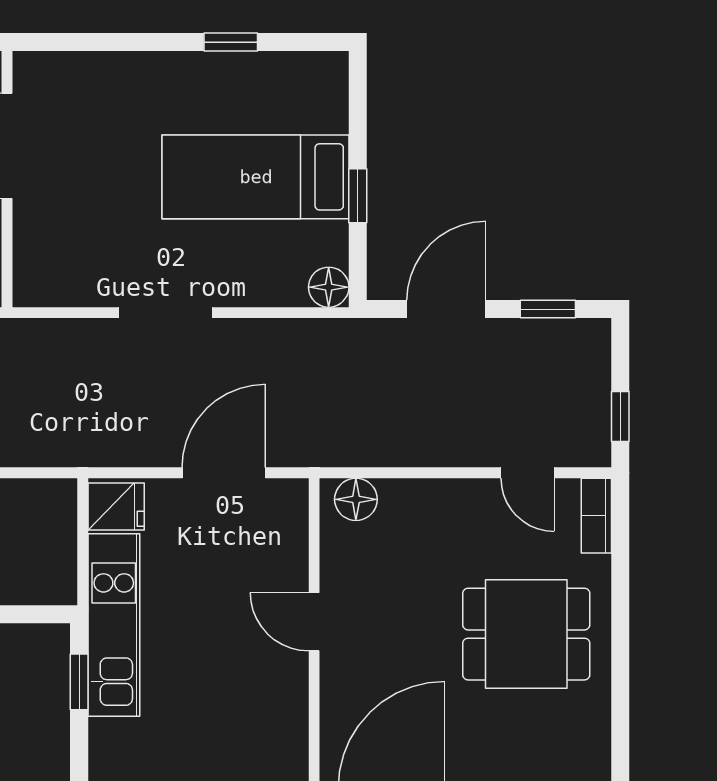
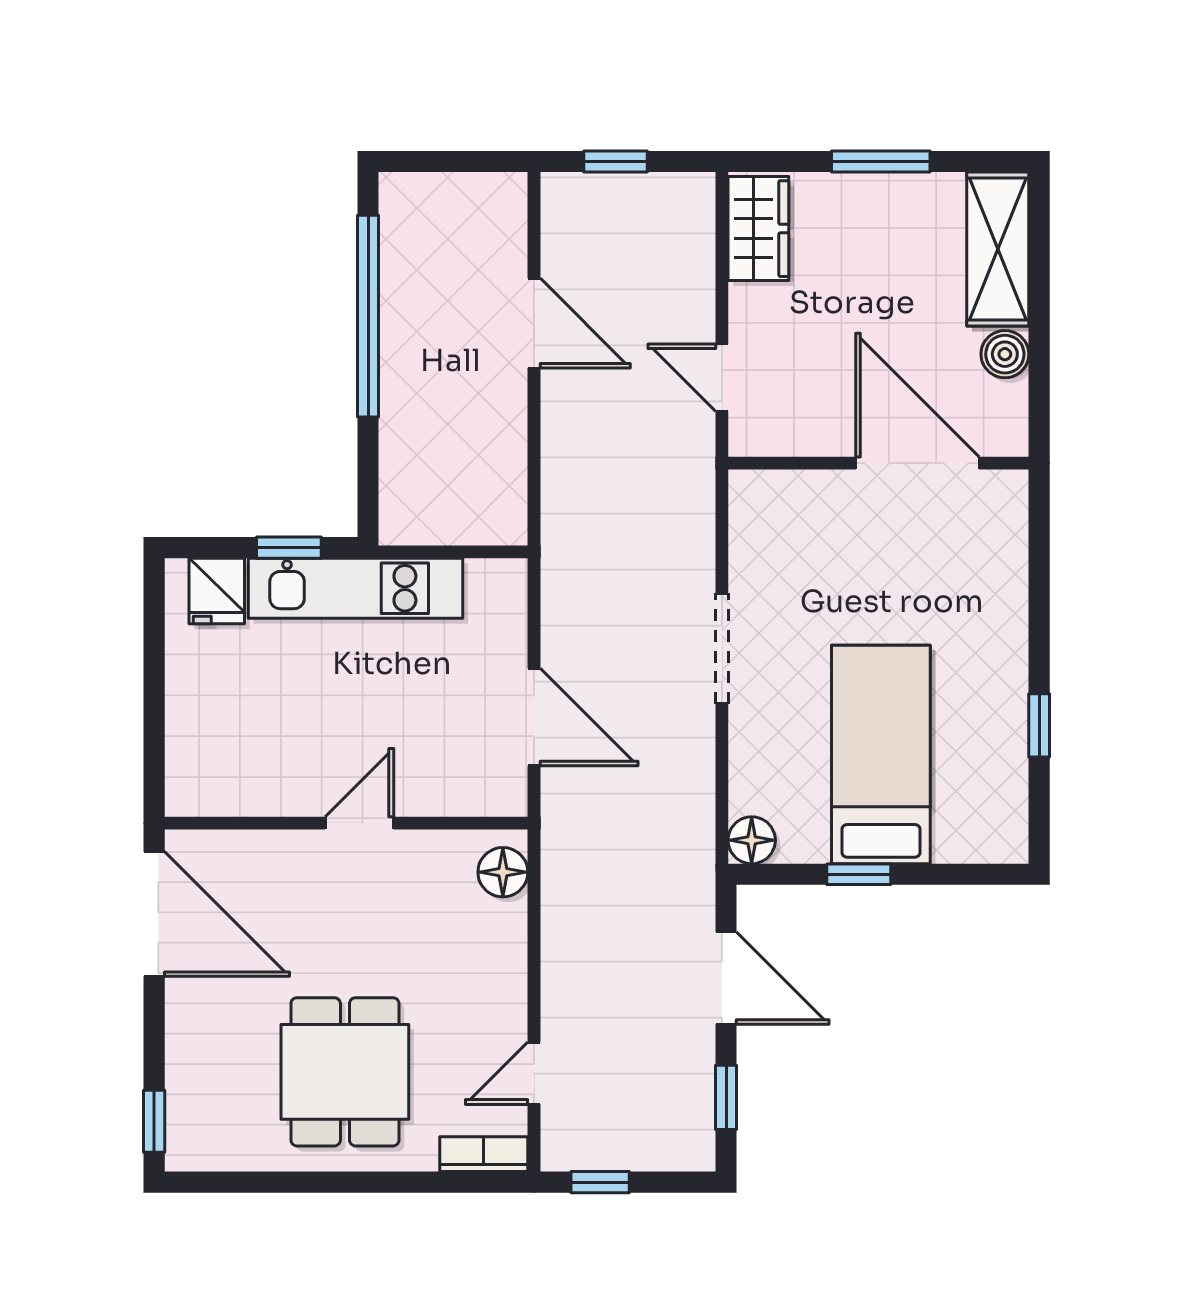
fridge: (116, 506) -> (217, 591), moved

